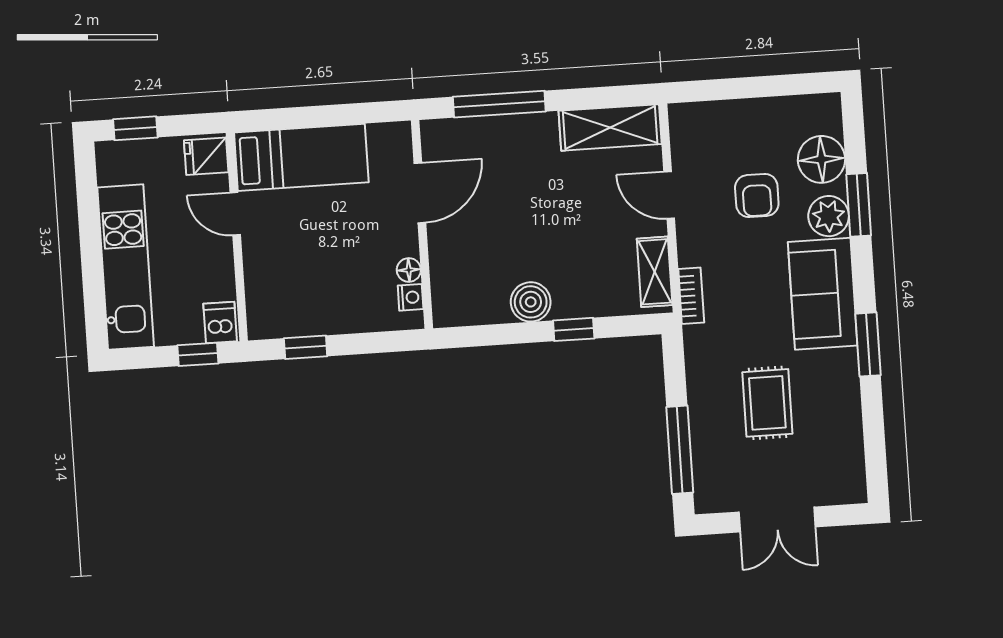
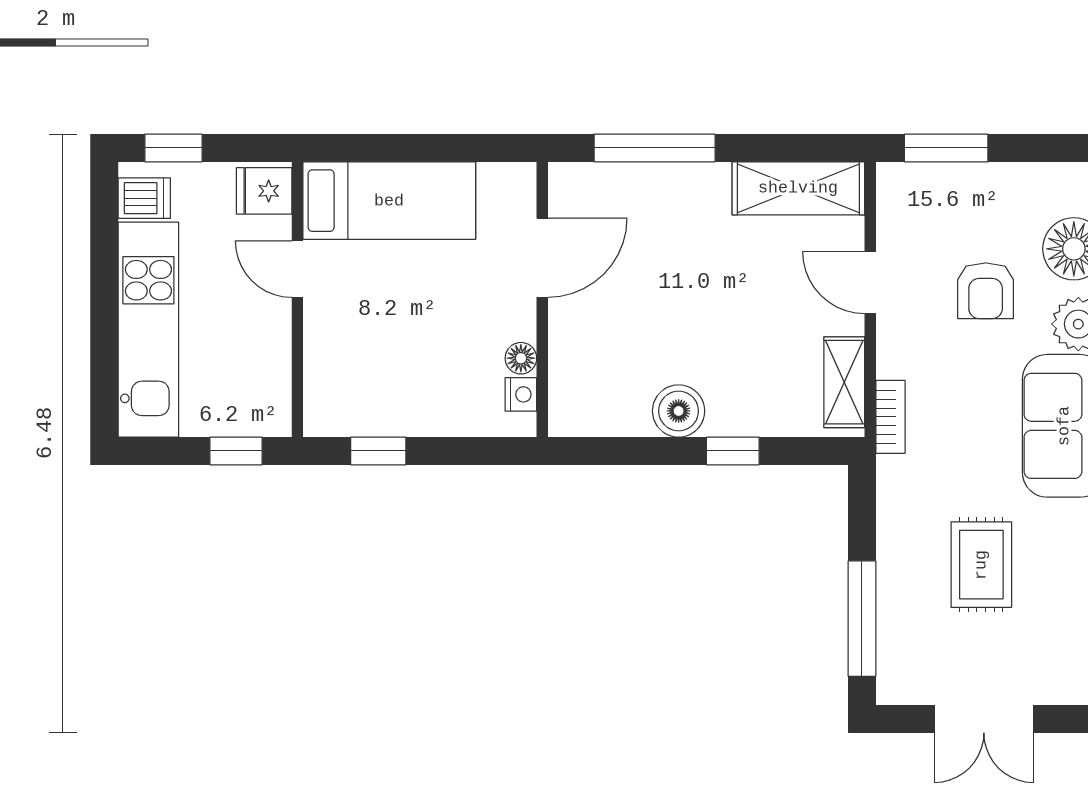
window: (720, 89) -> (946, 148), added
dishwasher: (220, 323) -> (144, 198), moved, turned 90

